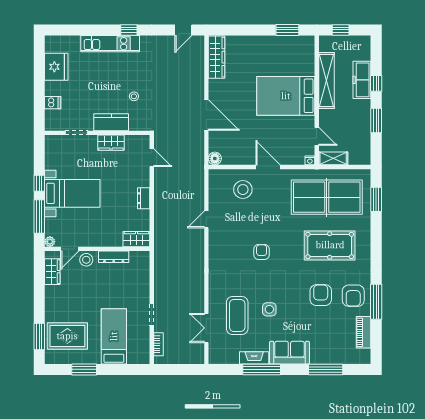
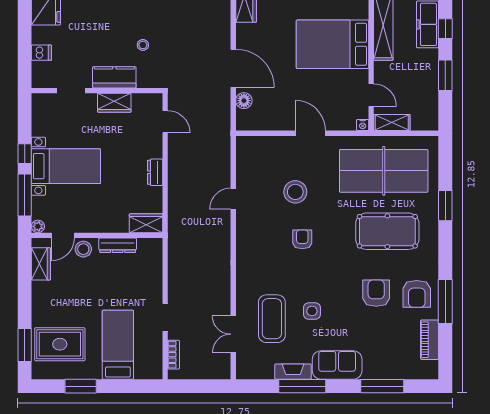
floor lamp: (215, 158) -> (244, 101), moved
stool: (243, 190) -> (295, 192), moved
window: (376, 199) -> (445, 206), moved

